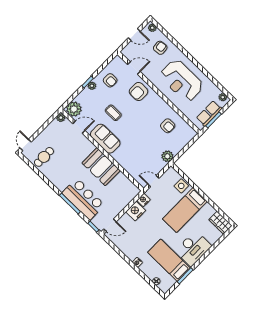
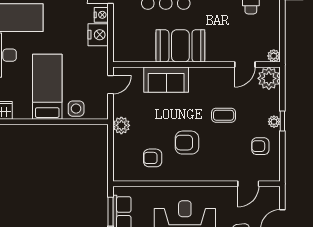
armchair: (138, 92) -> (187, 143), moved, turned -90
sofa: (105, 139) -> (166, 80), moved
nightstand: (144, 200) -> (101, 15), moved

